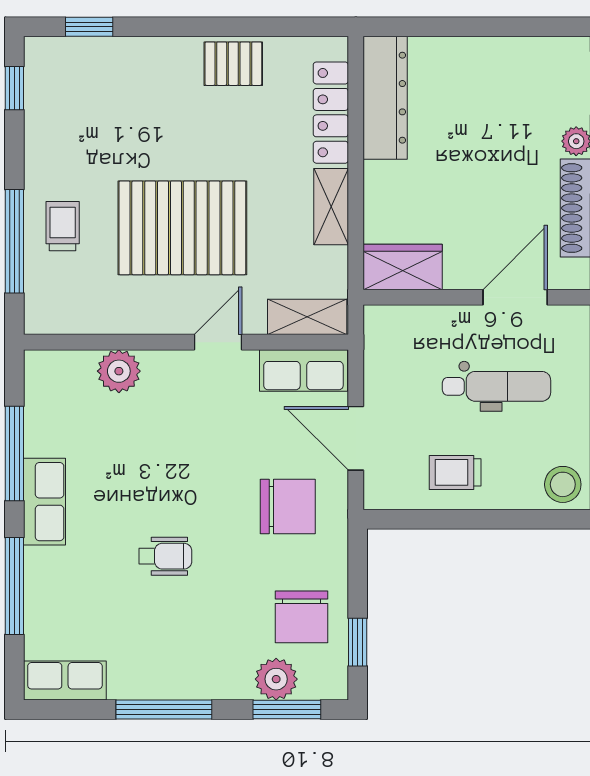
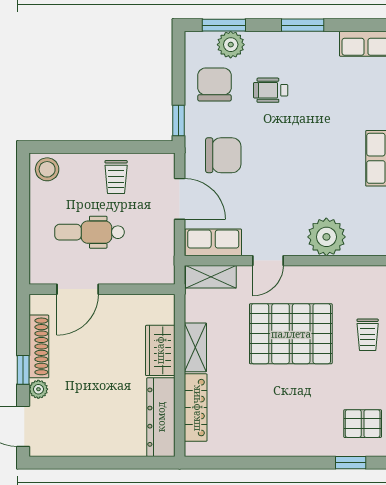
pallet: (233, 64) -> (363, 424), moved
wardrobe: (403, 267) -> (160, 350), moved, turned 90
plant: (119, 371) -> (326, 237), width x1.36, depth x1.36
trolley: (455, 472) -> (116, 177), turned 90
chair: (288, 506) -> (223, 155), turned 180
wheelchair: (165, 556) -> (271, 90), moved
window: (358, 642) -> (179, 121), moved
window: (164, 710) -> (303, 25), width x0.69

